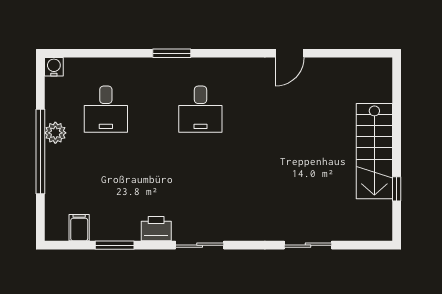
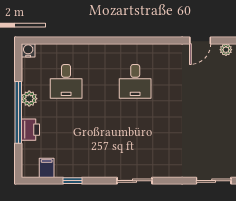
window: (172, 53) -> (114, 41), removed
plant: (325, 66) -> (226, 50), added
printer: (156, 229) -> (30, 130), moved, turned 90
window: (115, 245) -> (72, 181), width x0.67

